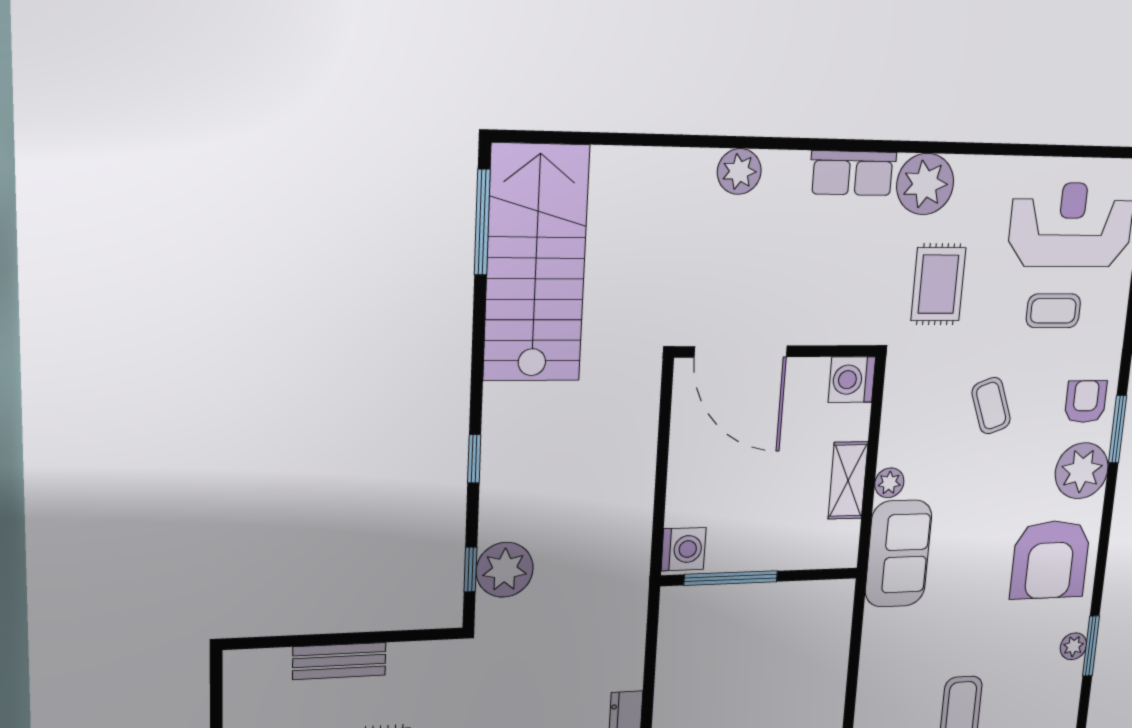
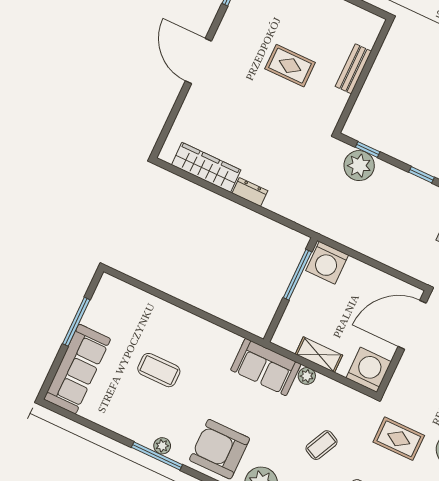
washing machine: (852, 380) -> (369, 370), width x1.37, depth x1.37
coffee table: (991, 406) -> (321, 445), turned -44
washing machine: (684, 549) -> (327, 263), width x1.37, depth x1.37
window: (1091, 646) -> (157, 456), width x1.44

